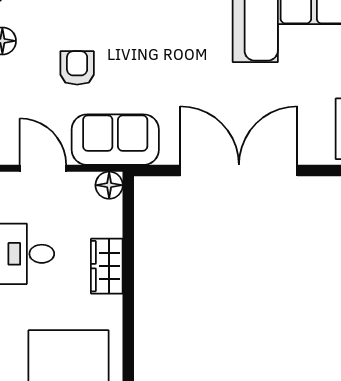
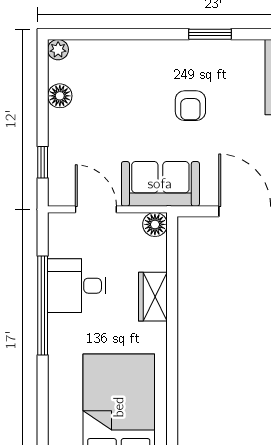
armchair: (77, 68) -> (190, 106), moved, turned 180

